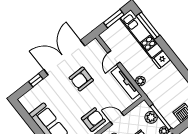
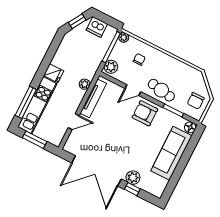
armchair: (81, 79) -> (110, 144), removed
plant: (45, 85) -> (133, 178), added
plant: (151, 117) -> (111, 67), moved
door: (117, 119) -> (133, 90), hinge flipped

